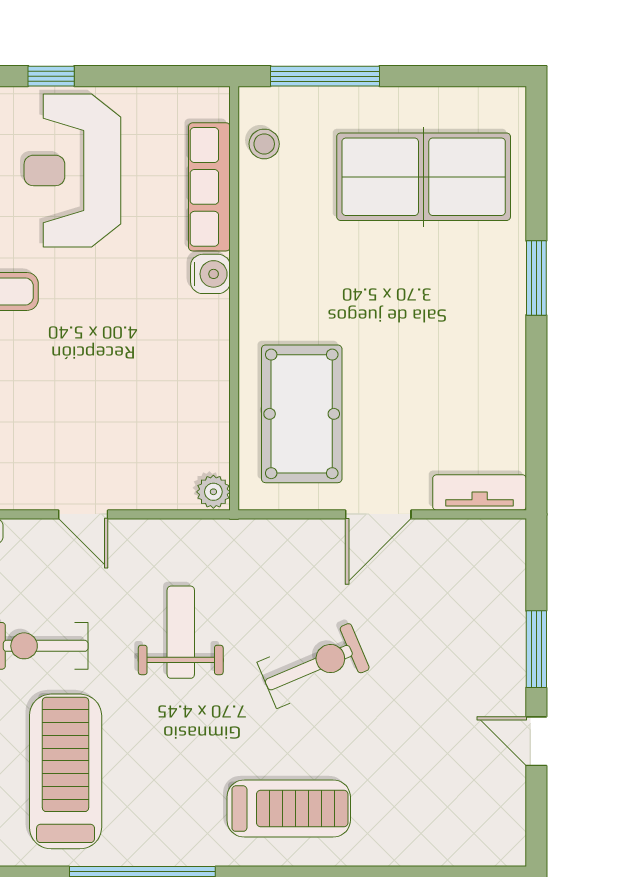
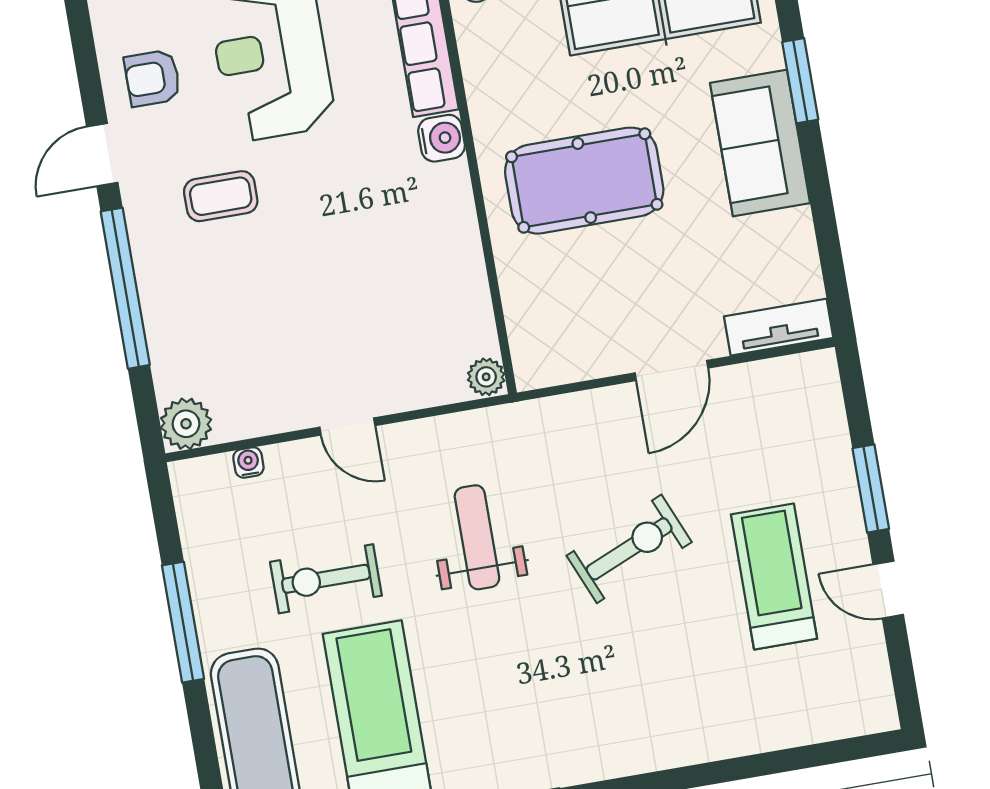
sofa: (491, 327) -> (760, 143), added
pool table: (302, 414) -> (584, 181), moved, turned 90
treadmill: (289, 809) -> (774, 577), moved, turned -90

